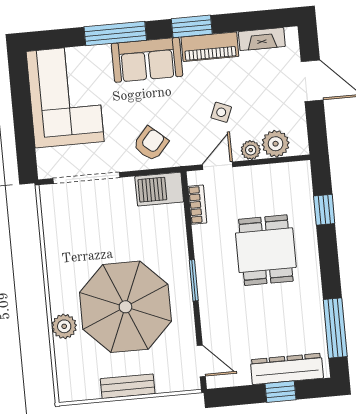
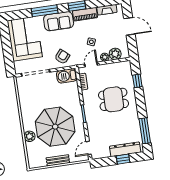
dining table: (266, 250) -> (113, 99), turned 90
door: (201, 361) -> (89, 148), swing flipped

